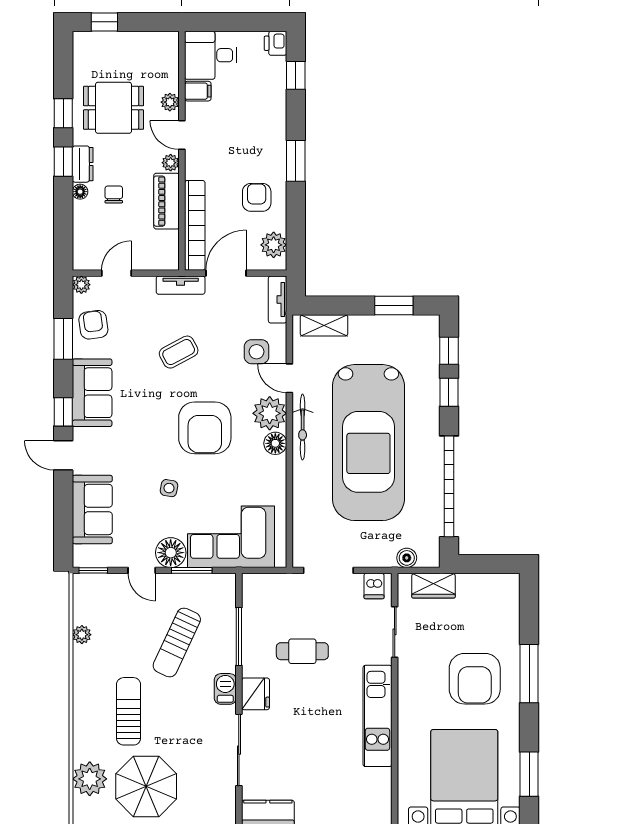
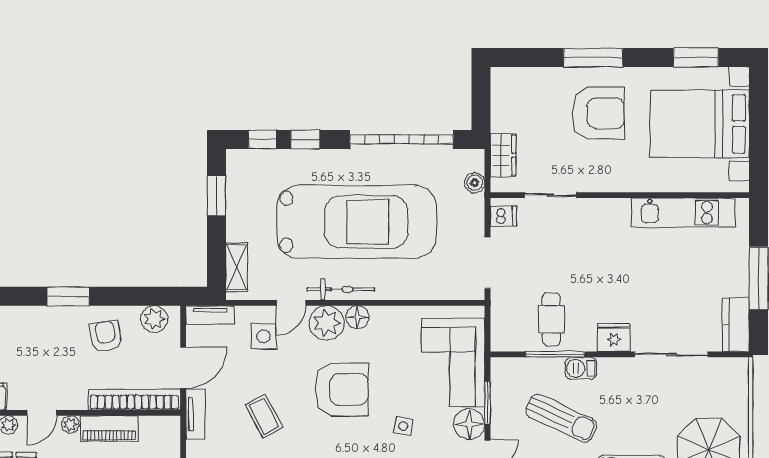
armchair: (257, 197) -> (106, 336), turned 81
door: (226, 273) -> (183, 368), swing flipped
cafe table: (302, 651) -> (551, 319), moved
barbecue: (225, 689) -> (581, 368), moved
kitchen unit: (377, 716) -> (683, 213), moved

